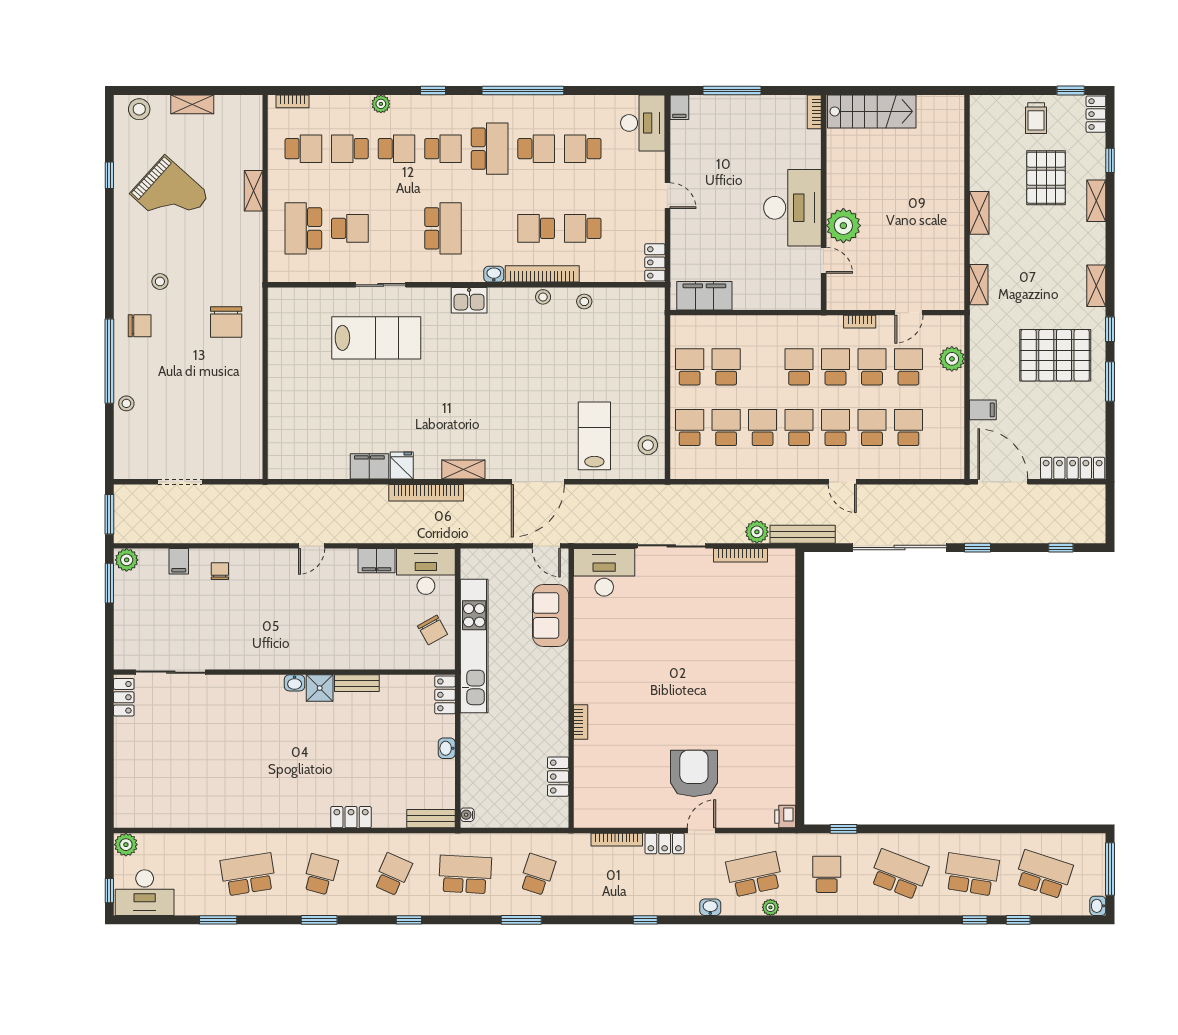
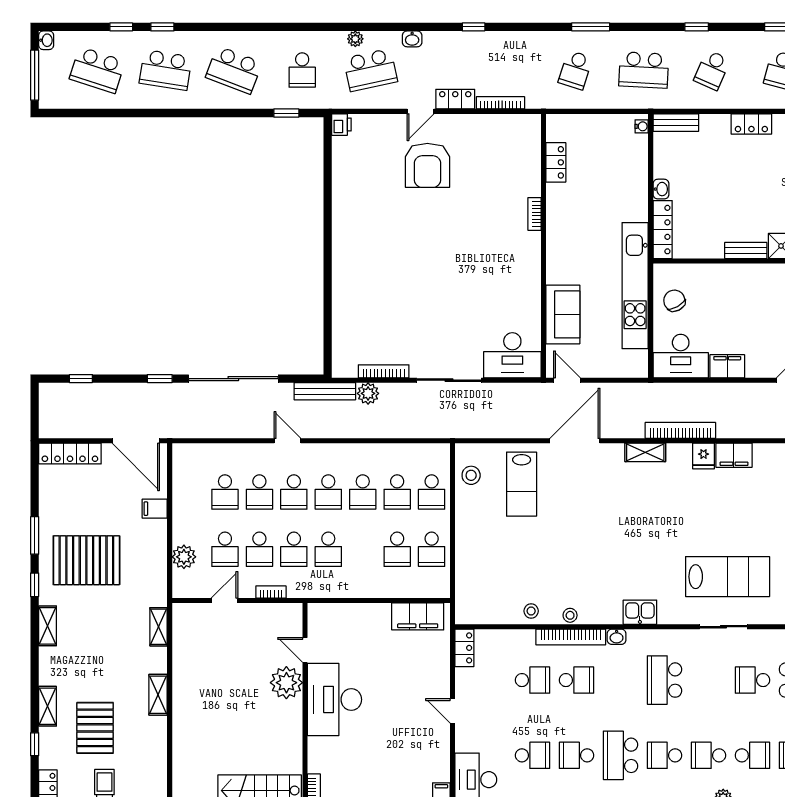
lab bench: (376, 338) -> (728, 577), turned 180
locker: (445, 695) -> (663, 230), width x1.53

